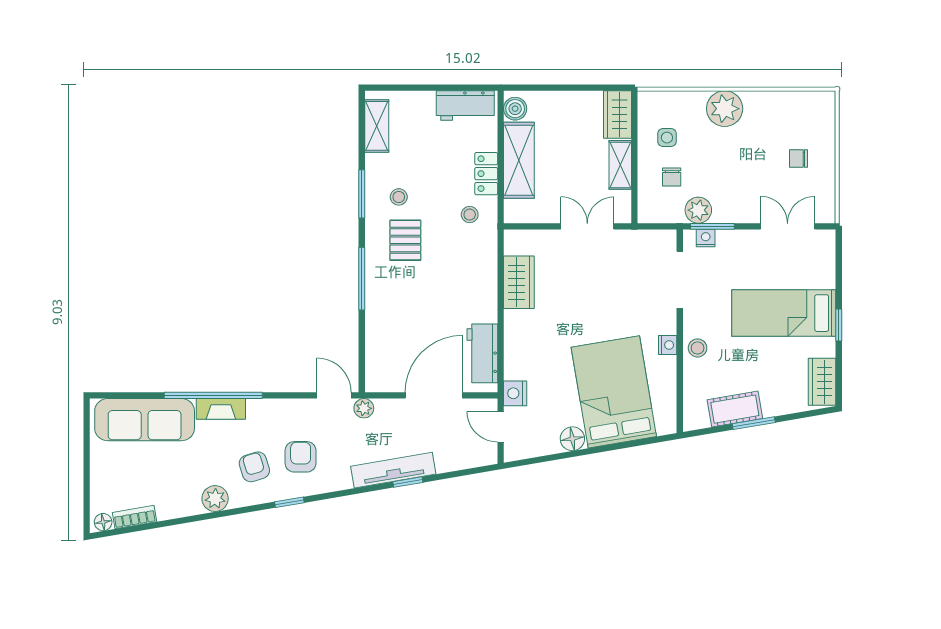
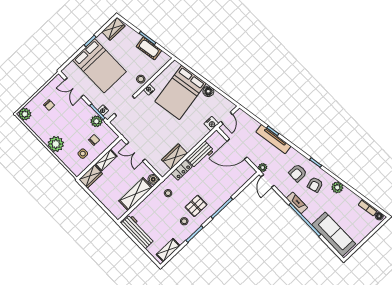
plant: (822, 105) -> (25, 114), added
workbench: (465, 106) -> (138, 232), width x1.38
boiler: (515, 109) -> (153, 179), moved
locker: (486, 174) -> (182, 170), moved
bed: (784, 313) -> (99, 66), width x1.50
workbench: (482, 353) -> (200, 155), moved
fireplace: (221, 409) -> (297, 203), moved

